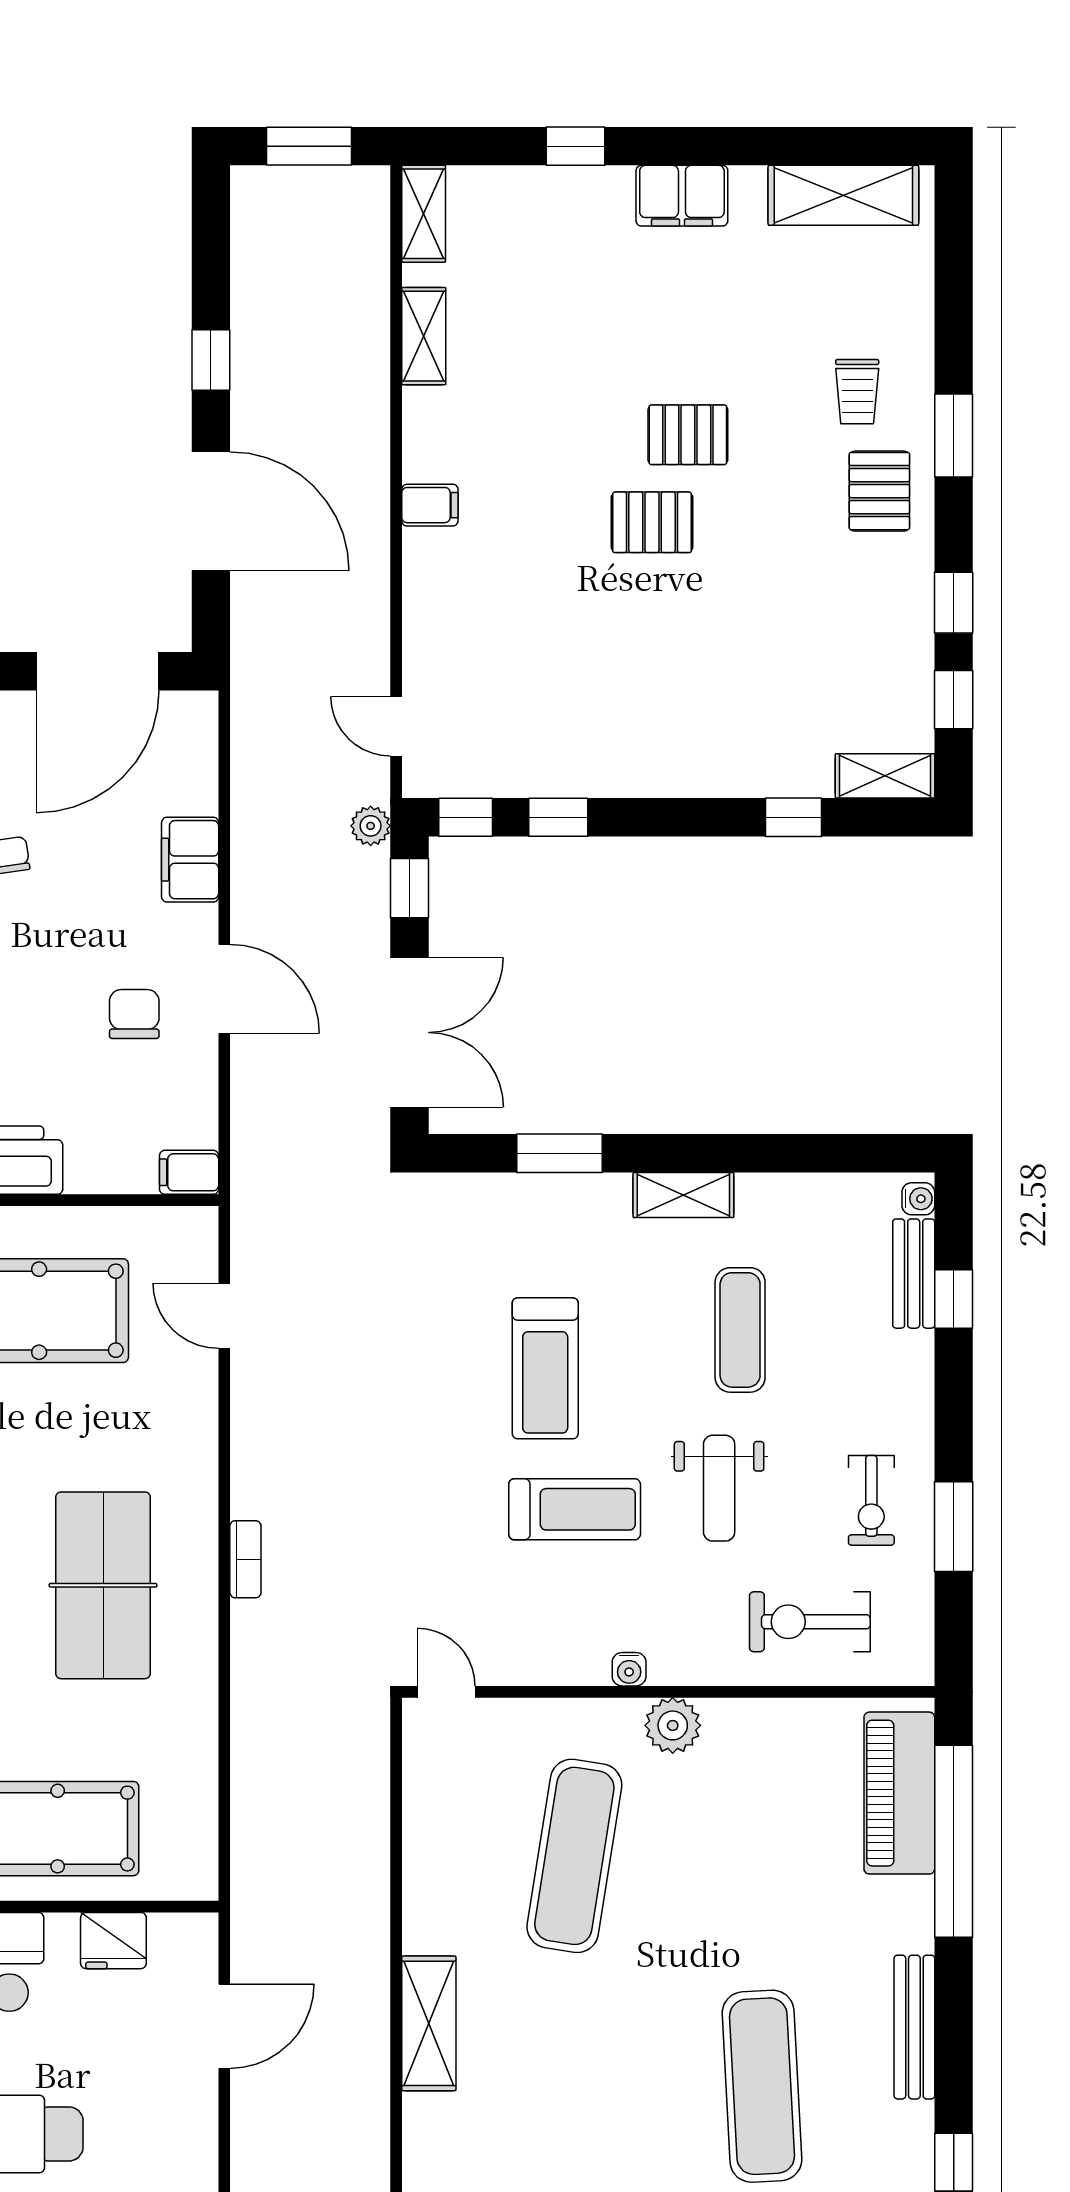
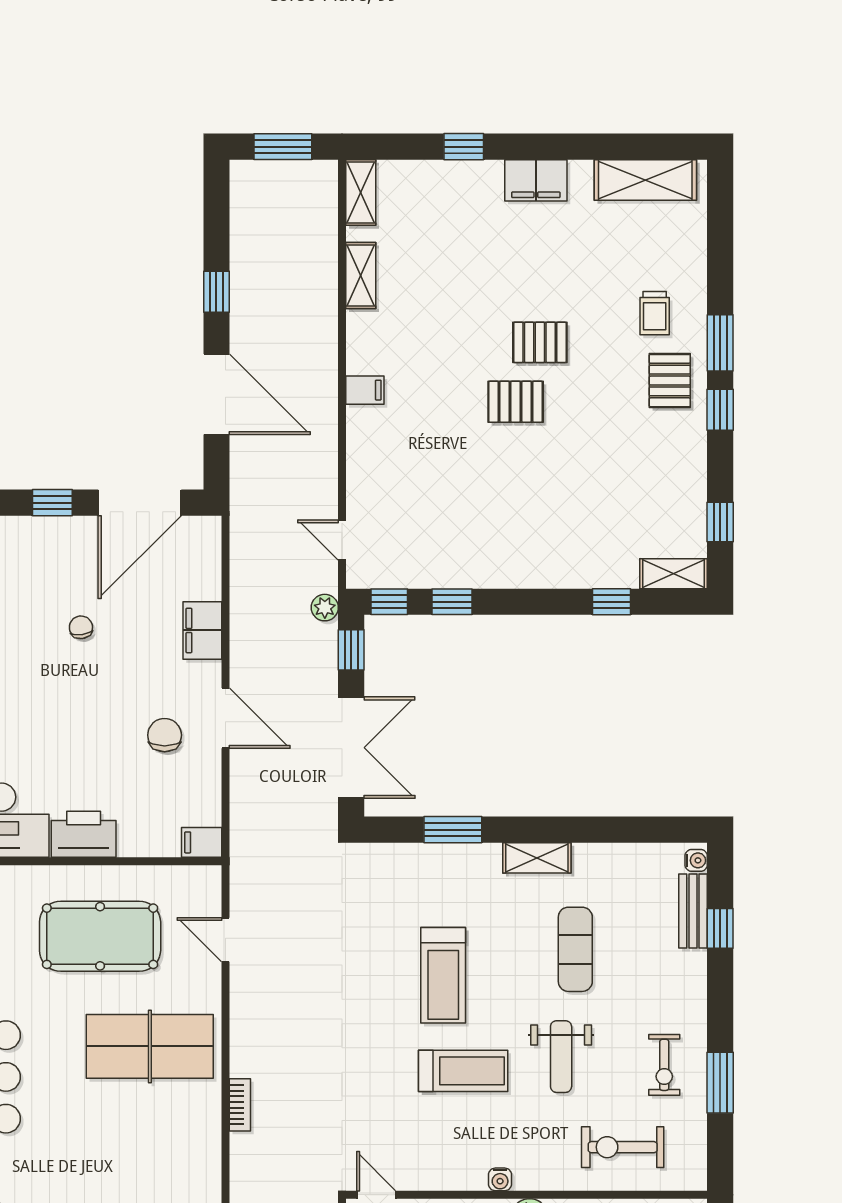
window: (954, 603) -> (720, 410), moved
table tennis table: (103, 1585) -> (150, 1046), moved, turned 90

